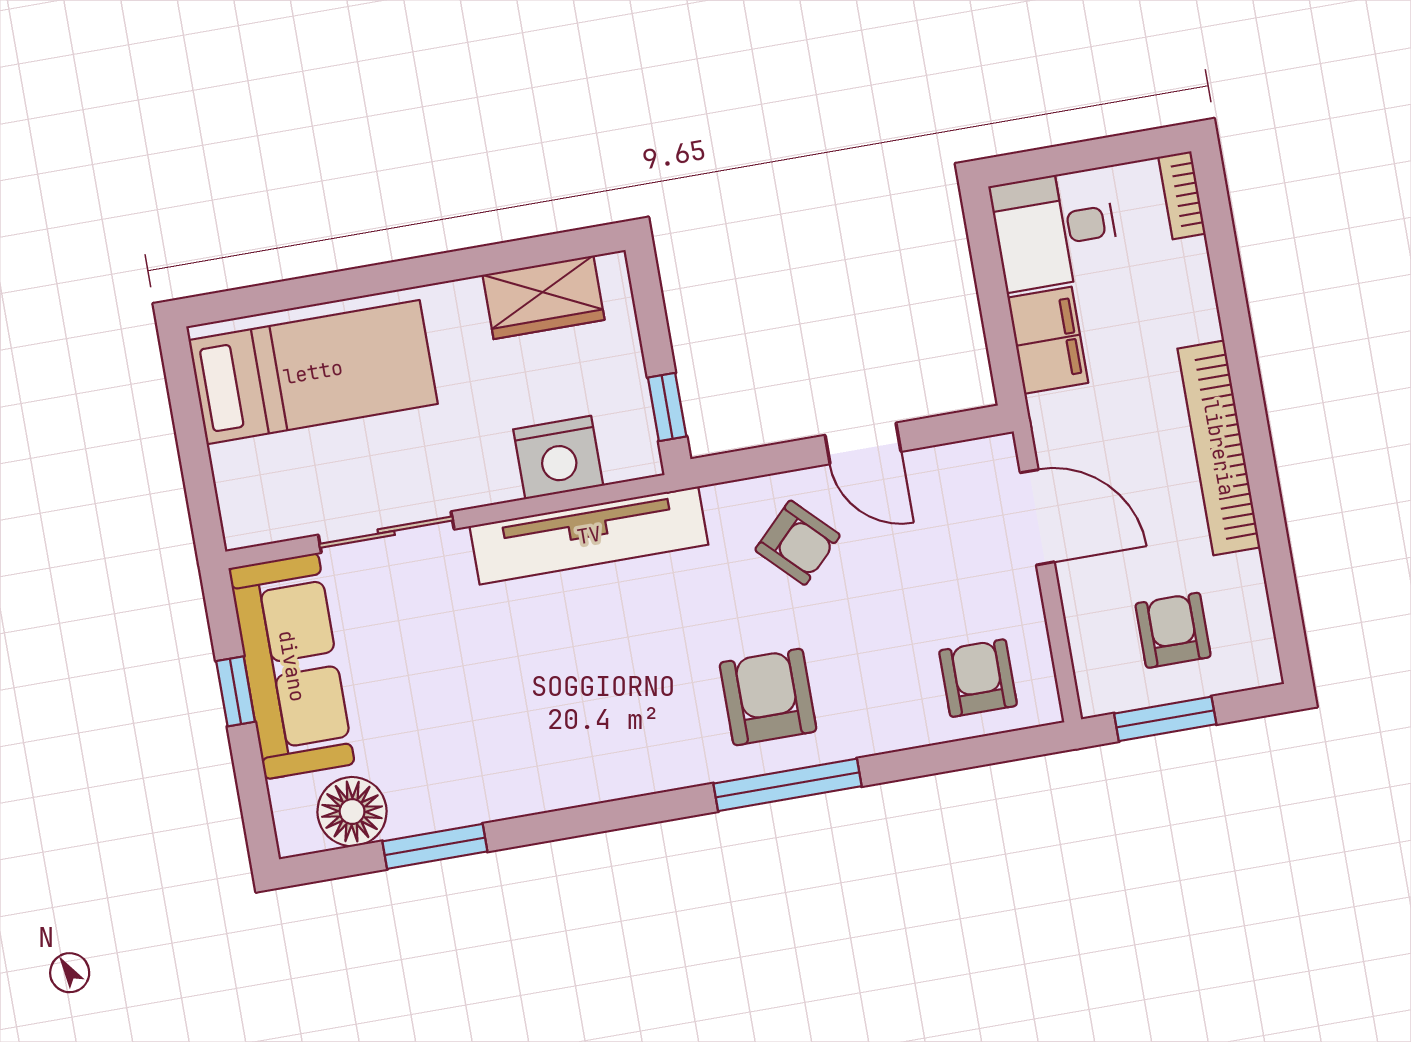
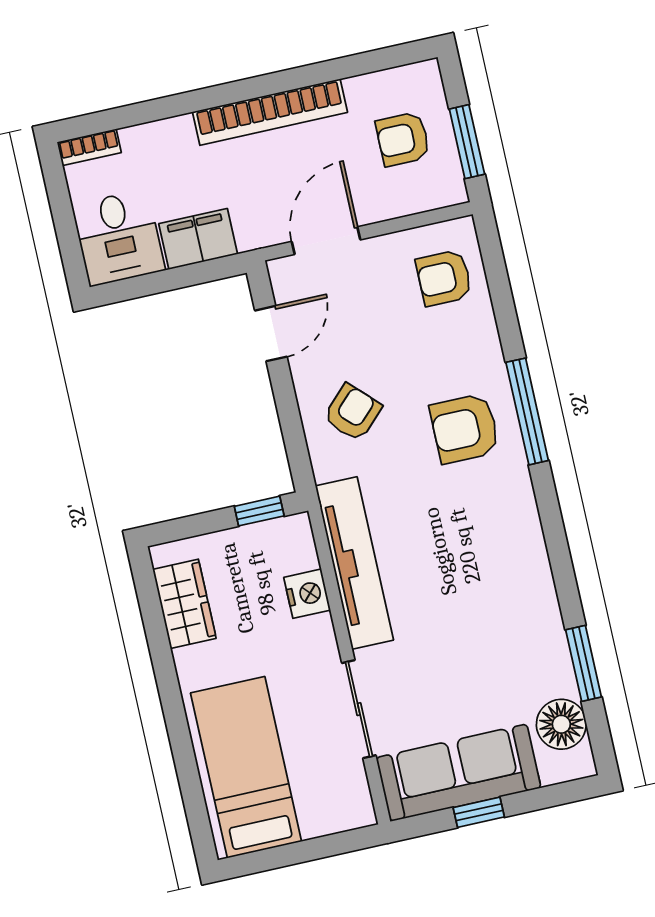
door: (863, 443) -> (271, 334), moved
nightstand: (558, 458) -> (307, 594), width x0.74, depth x0.75

